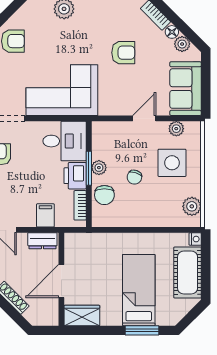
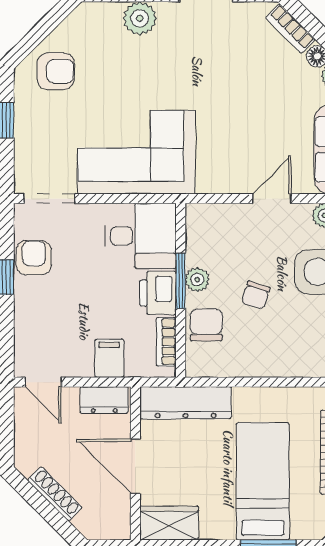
armchair: (123, 53) -> (237, 90), removed
chair: (104, 195) -> (206, 325), turned 180
dresser: (92, 242) -> (186, 403), added
door: (61, 281) -> (135, 466), hinge flipped

